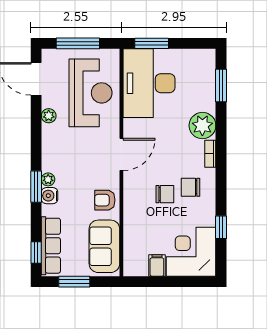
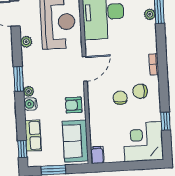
plant: (202, 126) -> (150, 14), moved, width x0.53, depth x0.53
window: (36, 187) -> (18, 79), moved
chair: (165, 194) -> (120, 98), turned -90
row of seats: (51, 246) -> (33, 136), width x0.68
filing cabinet: (157, 265) -> (97, 155), moved

